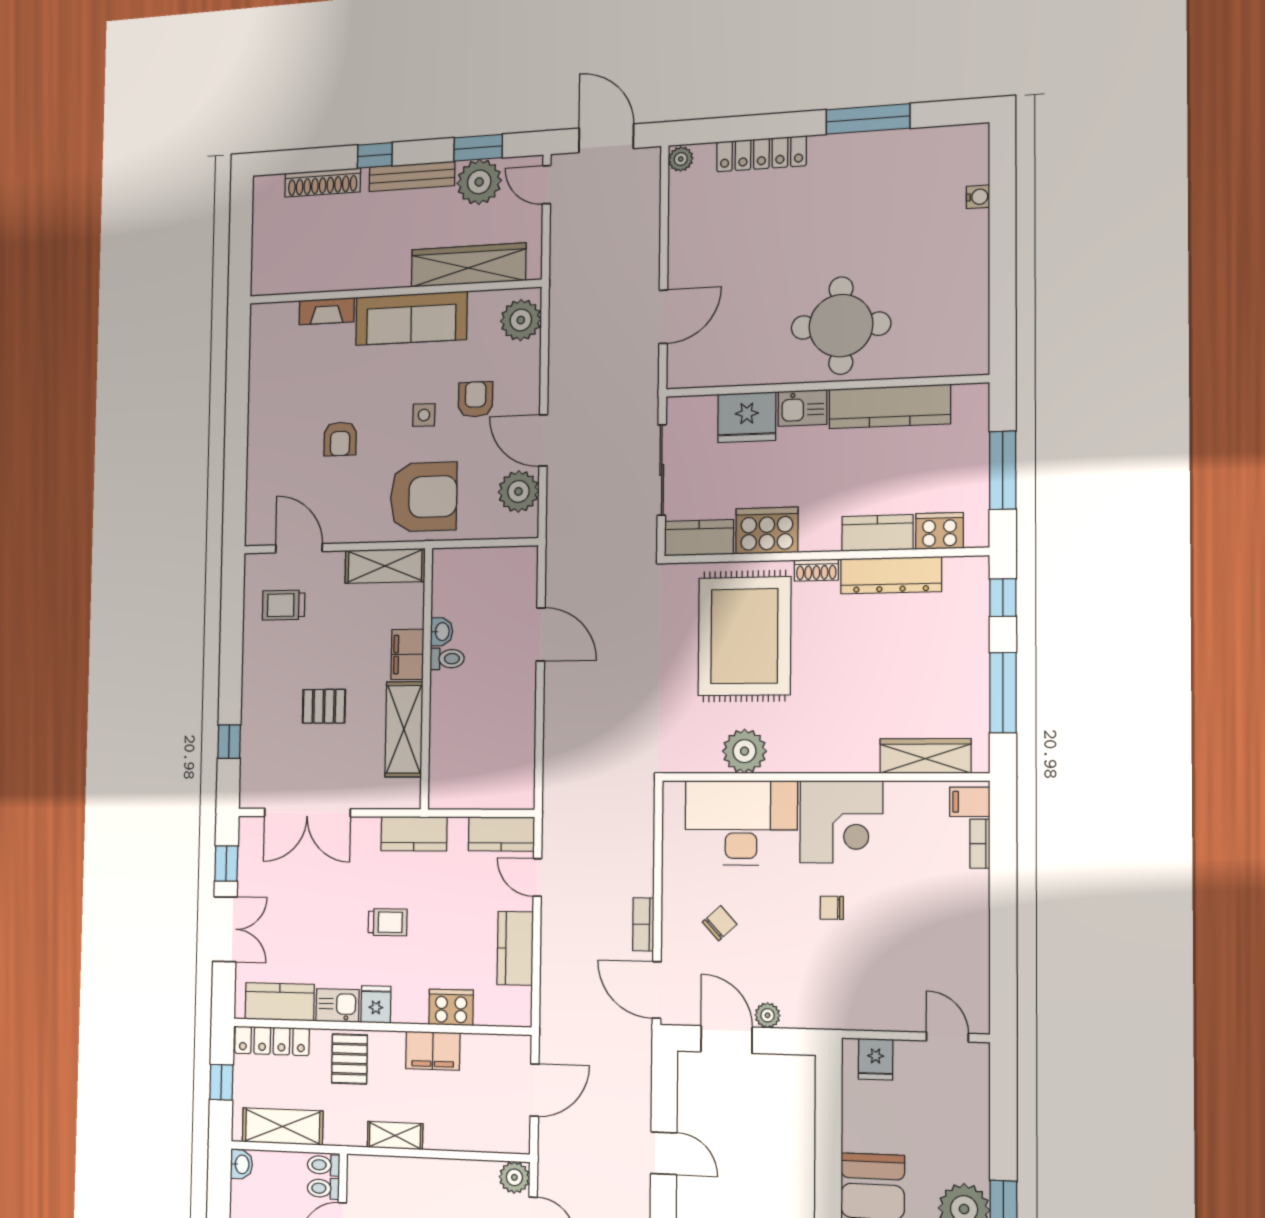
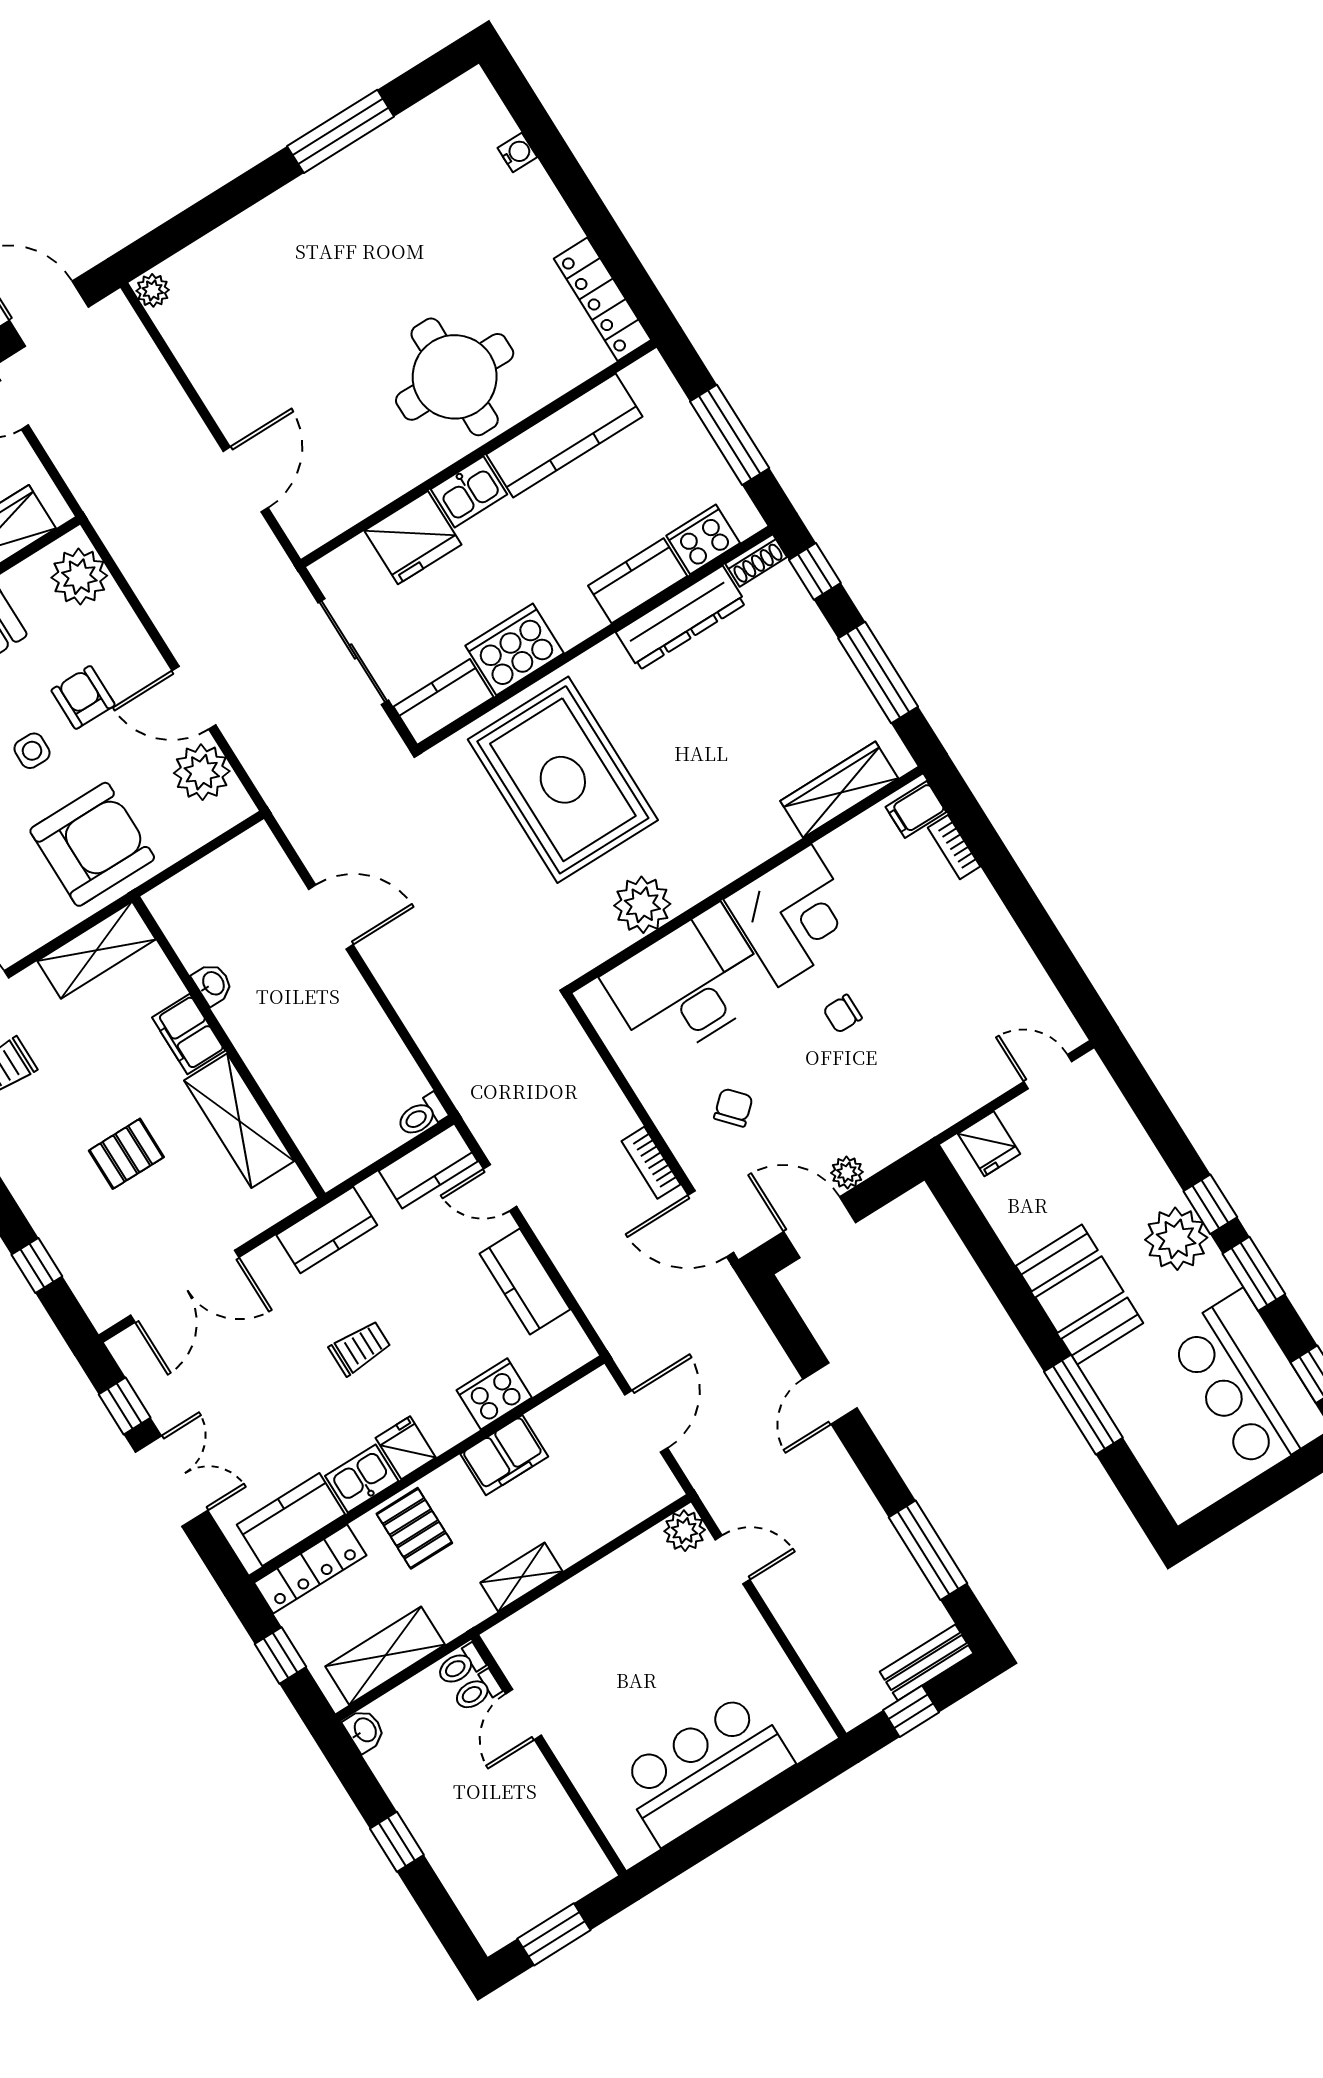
locker: (761, 154) -> (602, 299), moved, turned 90
shoe rack: (816, 570) -> (756, 560), moved
toilet: (447, 659) -> (422, 1116), moved, turned 180
door: (664, 1153) -> (830, 1394), swing flipped

